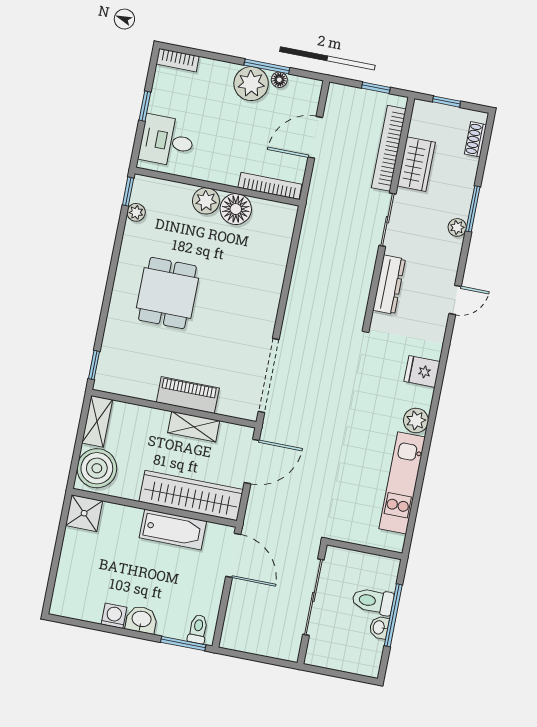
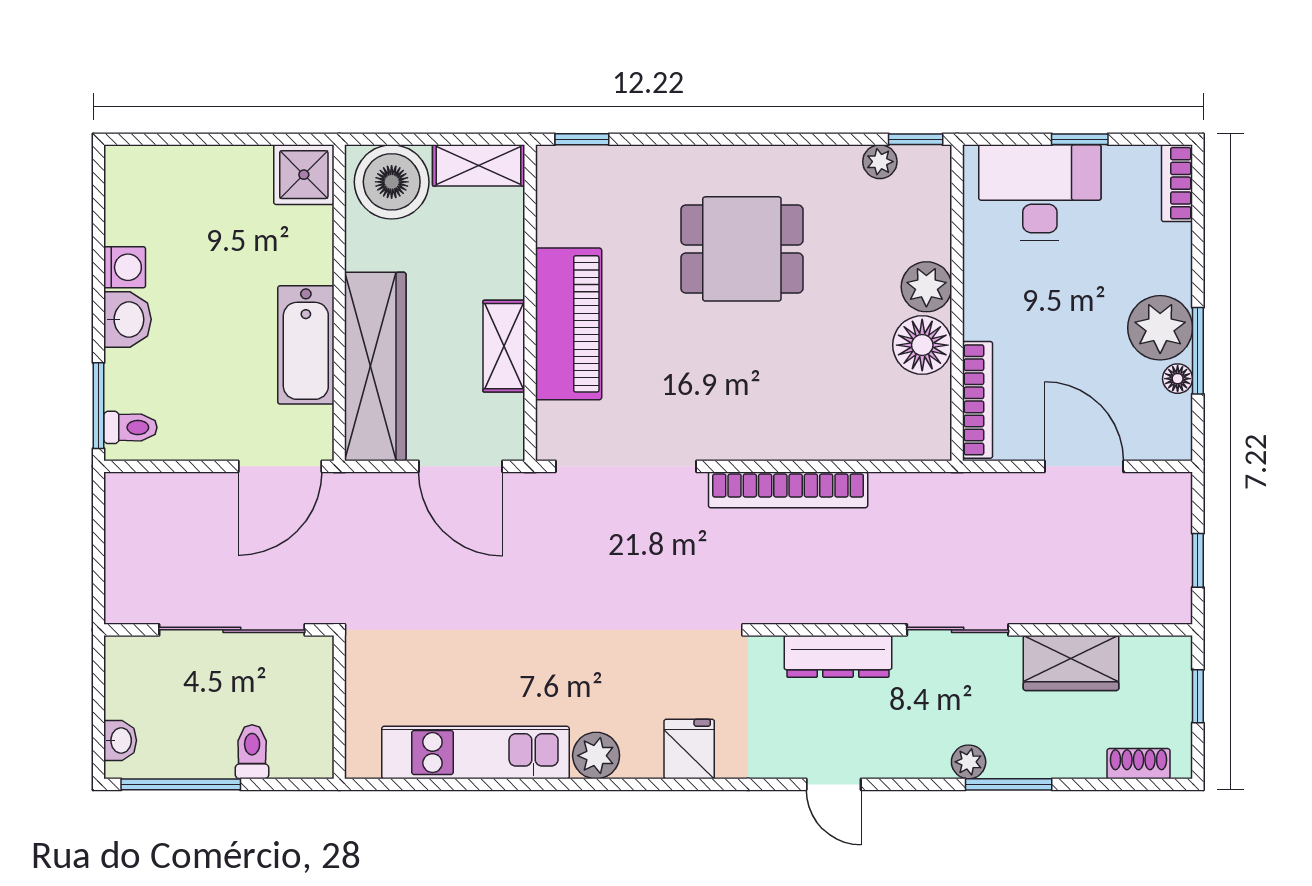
desk: (167, 141) -> (1040, 193), width x1.37
bookcase: (389, 148) -> (788, 490), moved, turned 180
piano: (188, 395) -> (569, 324), width x1.37, depth x1.33
toilet: (373, 601) -> (252, 752), width x0.73, depth x0.72
window: (393, 615) -> (181, 784), moved
washbasin: (379, 628) -> (120, 740), moved, turned 90

